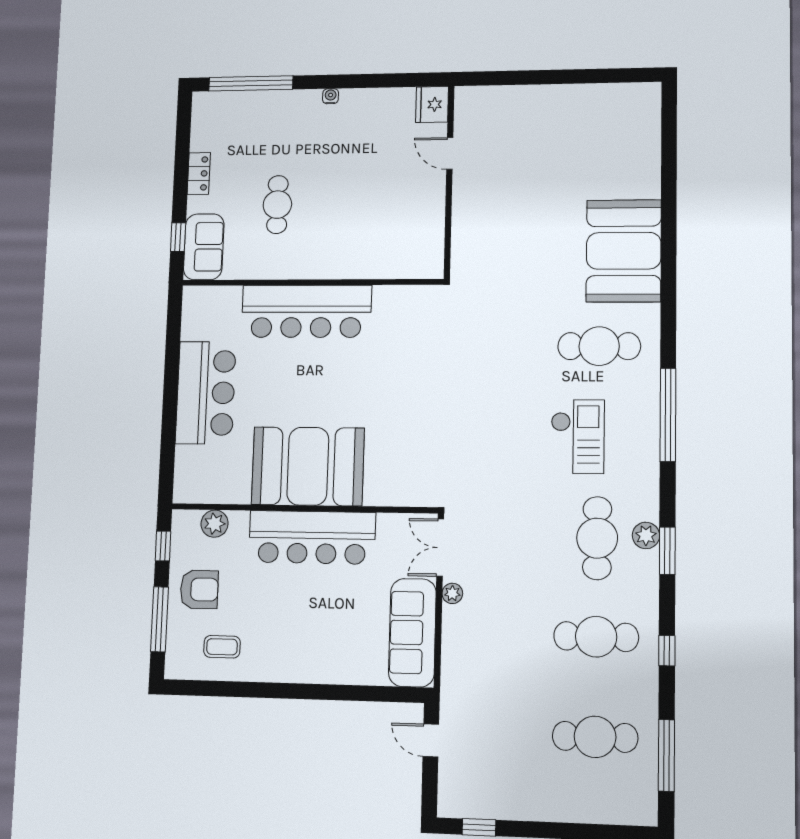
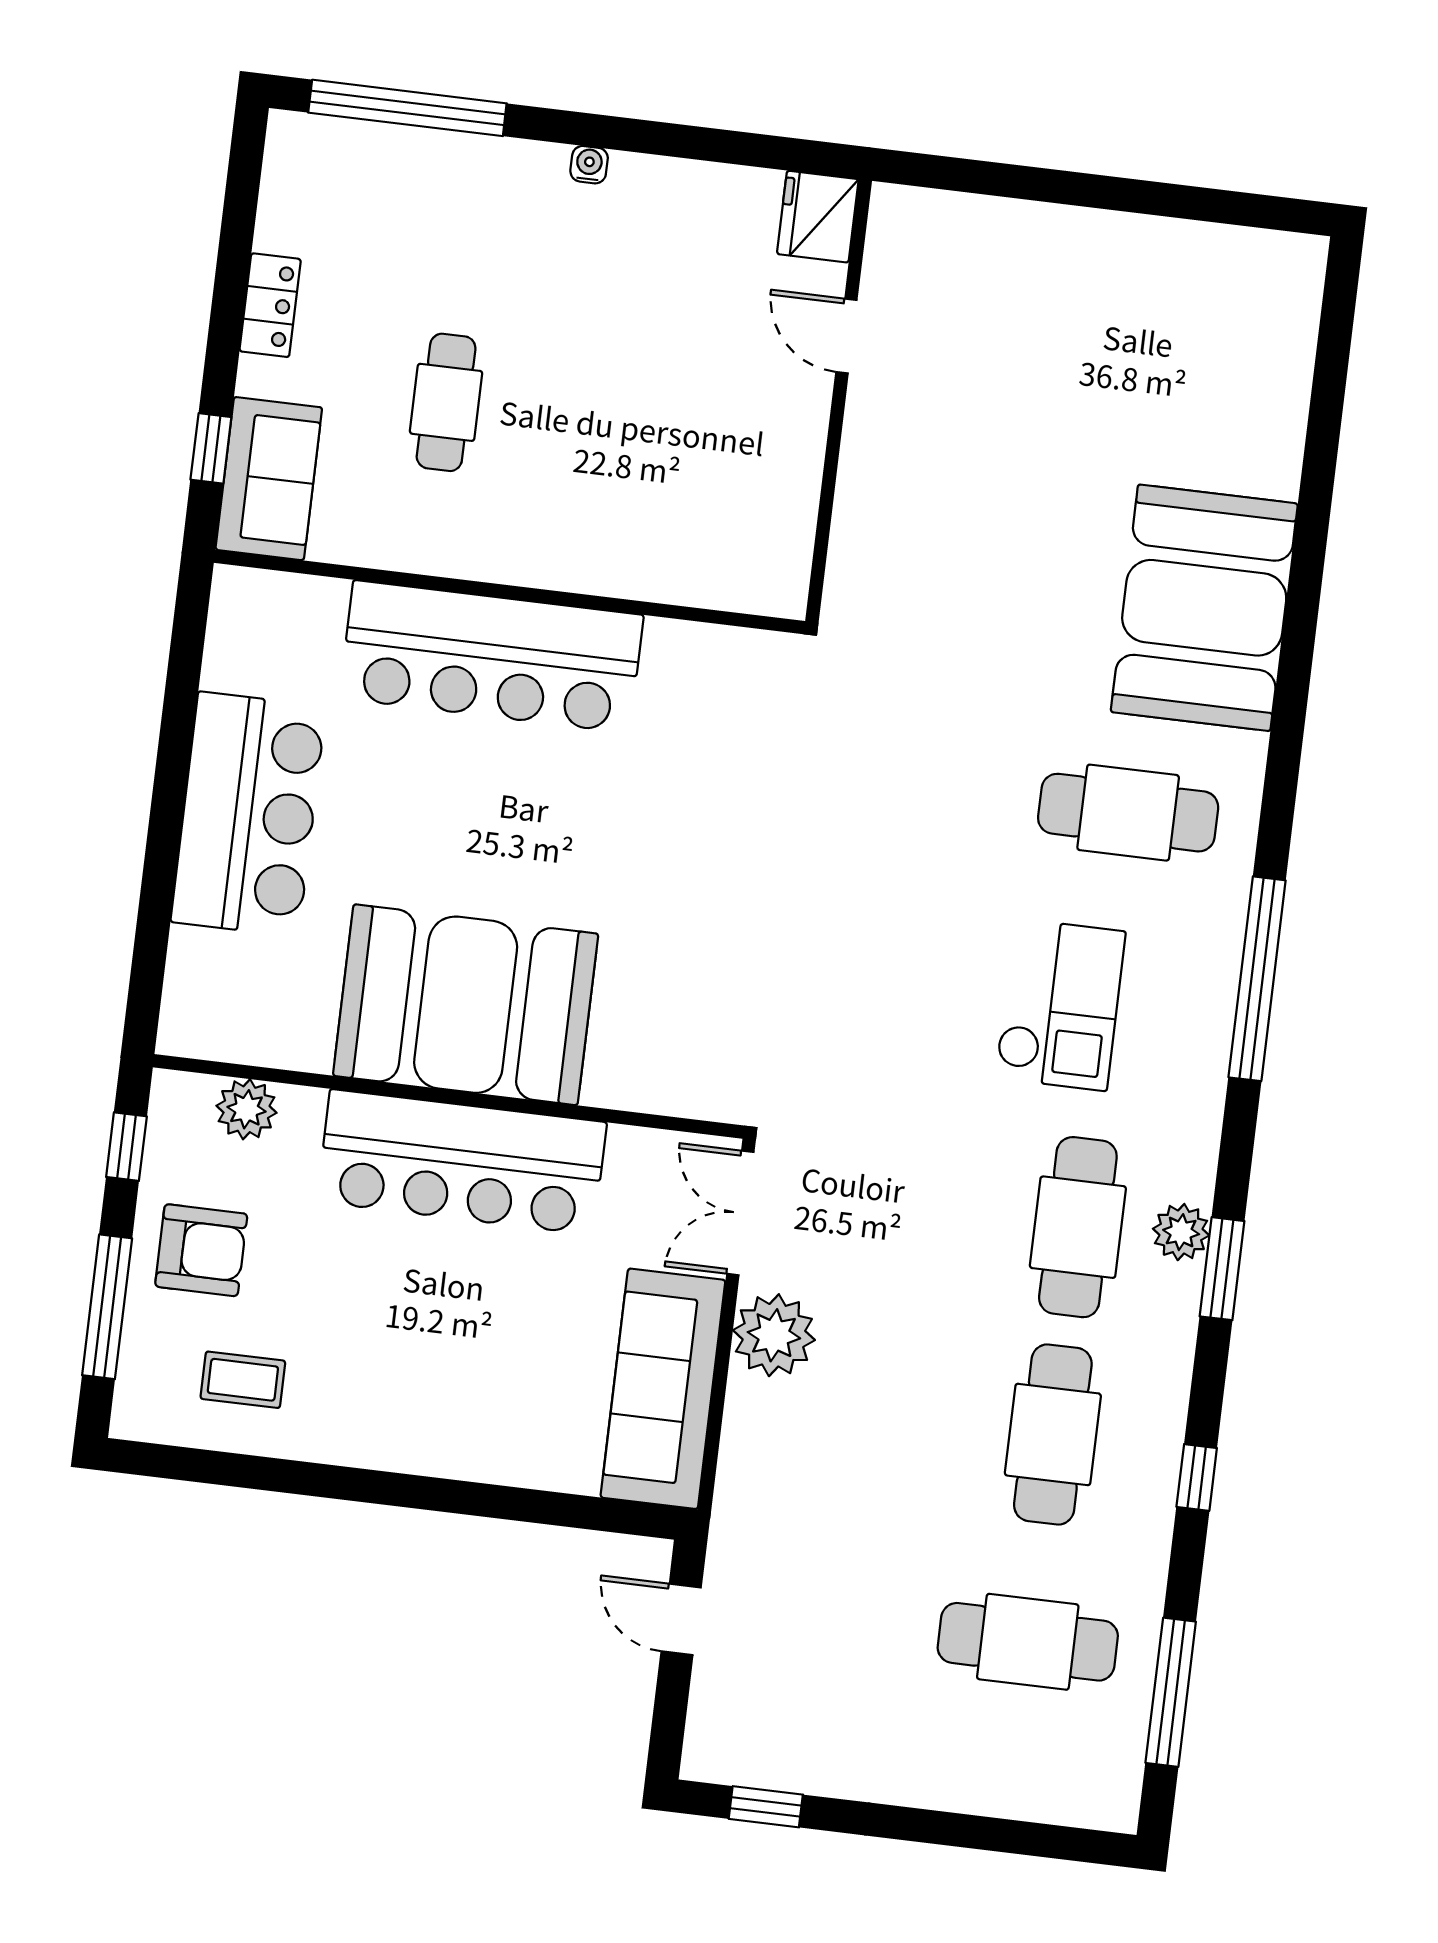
plant: (452, 593) -> (774, 1335), width x1.88, depth x1.88
cafe table: (596, 637) -> (1053, 1434), turned 90

